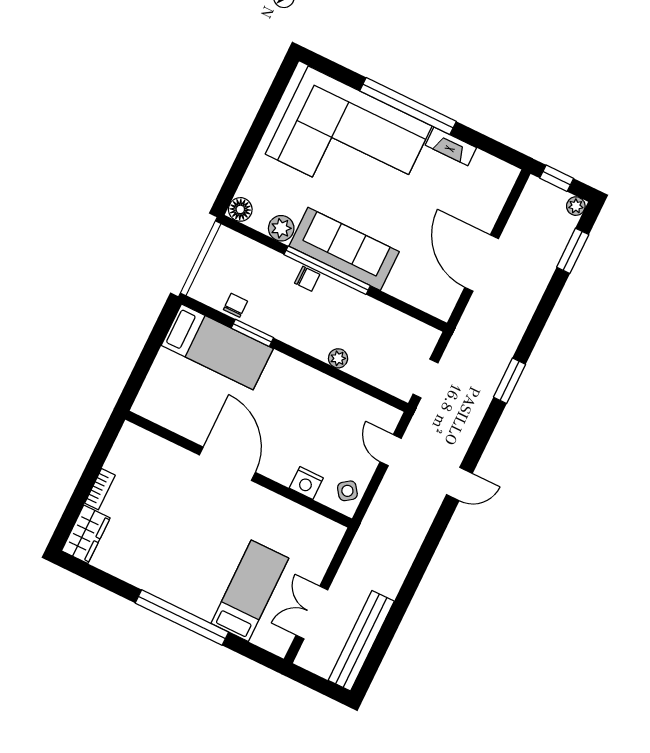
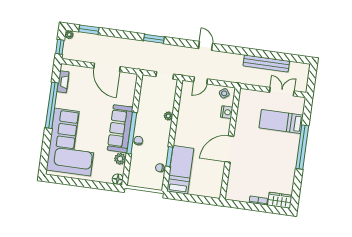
window: (408, 106) -> (52, 105), moved
fireplace: (451, 146) -> (63, 82), moved
door: (482, 263) -> (107, 67), hinge flipped
double door: (312, 612) -> (282, 92), swing flipped
bench: (361, 641) -> (266, 63), moved

